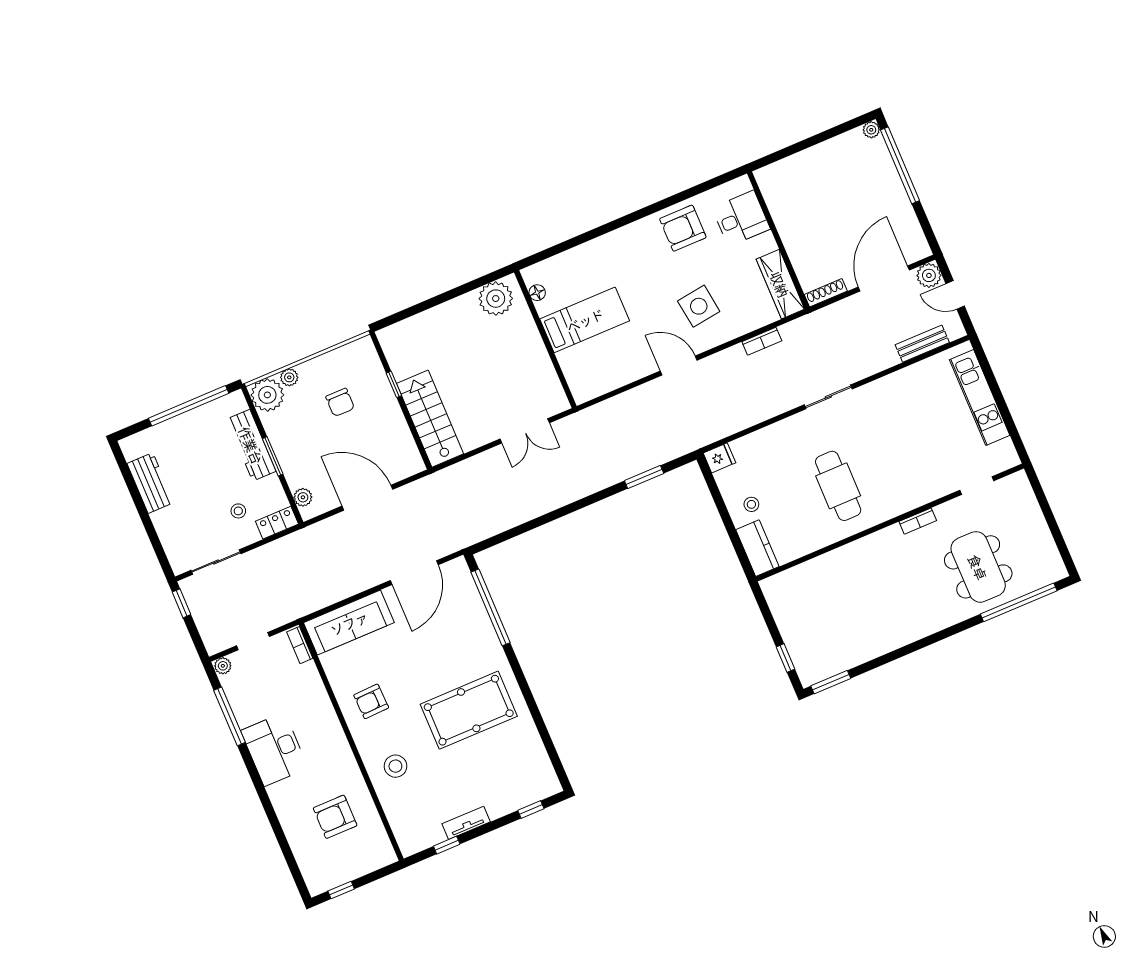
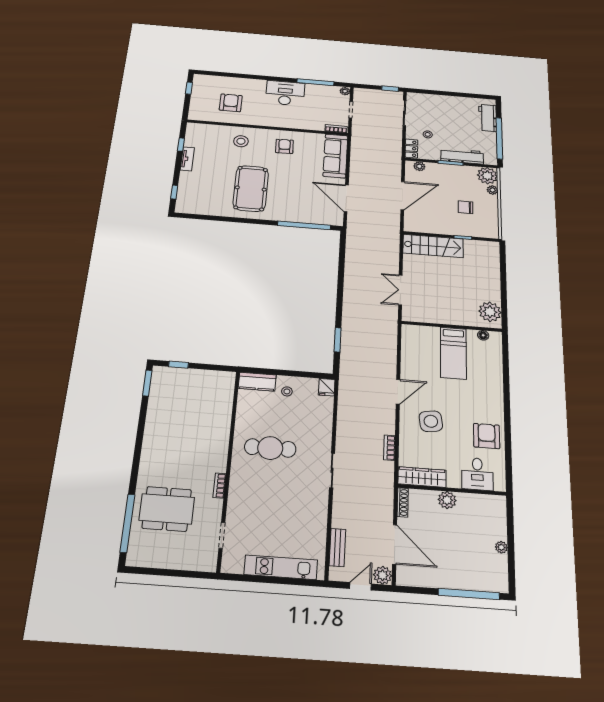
plant: (871, 130) -> (501, 547), moved
plant: (795, 241) -> (447, 500), added
workbench: (150, 483) -> (488, 118), moved, turned 90

